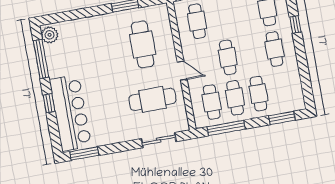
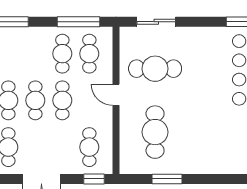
cafe table: (258, 94) -> (35, 100), moved

